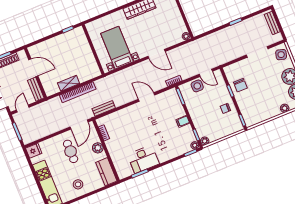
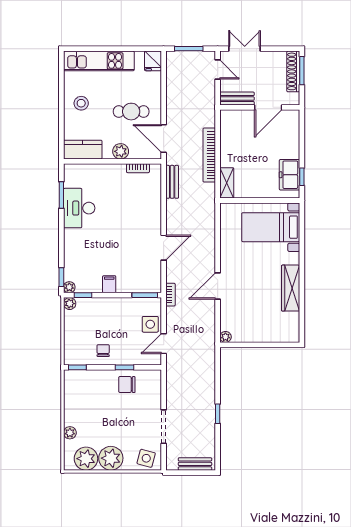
freezer: (70, 38) -> (289, 175), added
bed with nightstands: (117, 48) -> (271, 227), moved, turned 180
shelving: (69, 83) -> (227, 183), moved

